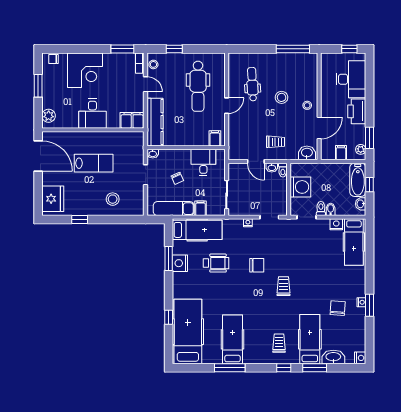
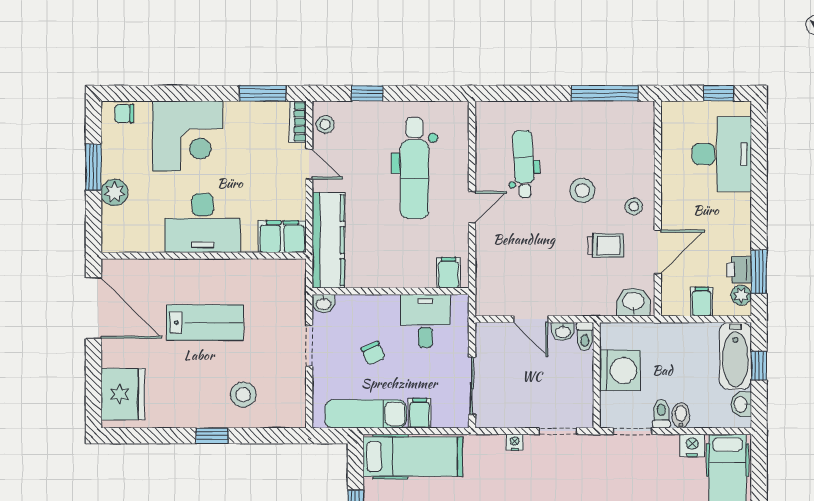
printer: (357, 111) -> (739, 270), moved, width x0.53, depth x0.68
desk: (92, 114) -> (203, 223), width x1.37
plant: (49, 116) -> (114, 192), moved
trolley: (276, 142) -> (606, 245), moved
window: (80, 220) -> (212, 436), moved

